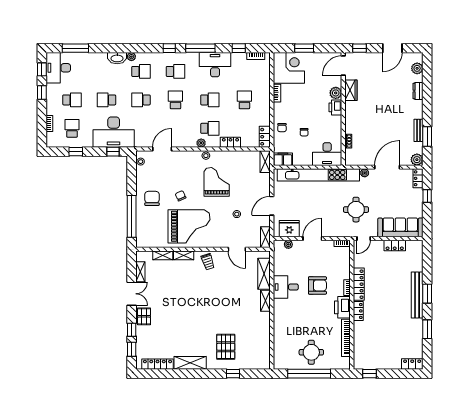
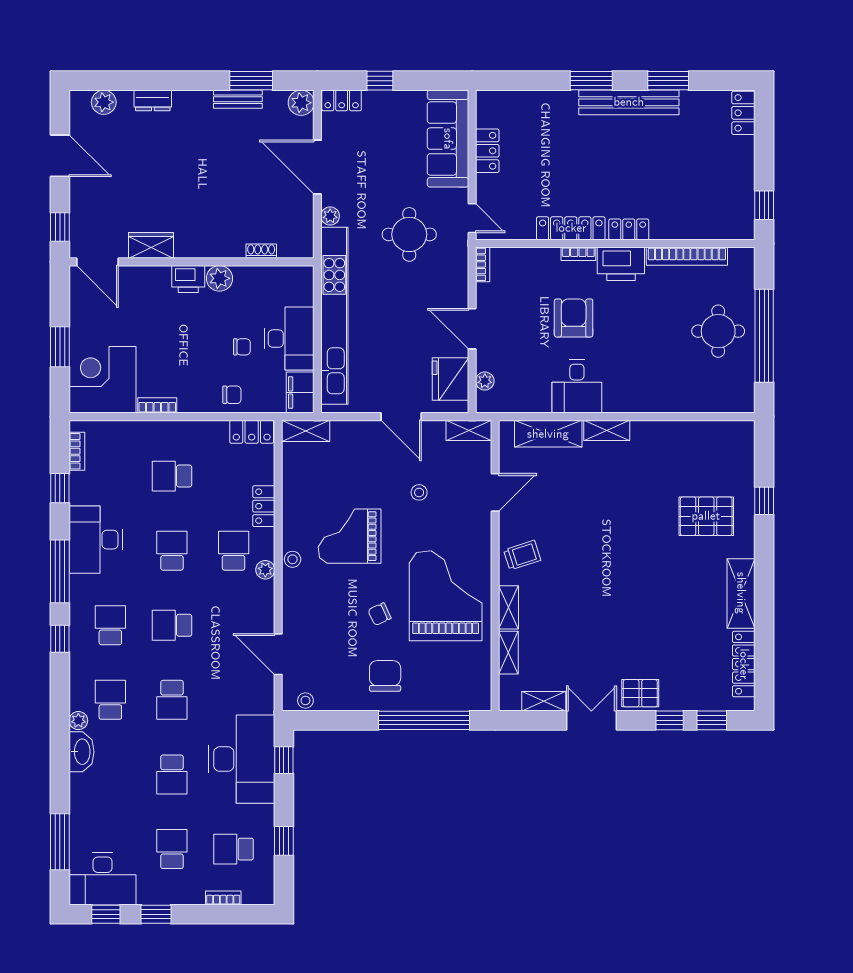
plant: (336, 93) -> (219, 278), moved
desk: (327, 154) -> (289, 339), moved
chair: (152, 198) -> (385, 676), turned 90
bench: (417, 295) -> (629, 102), moved

